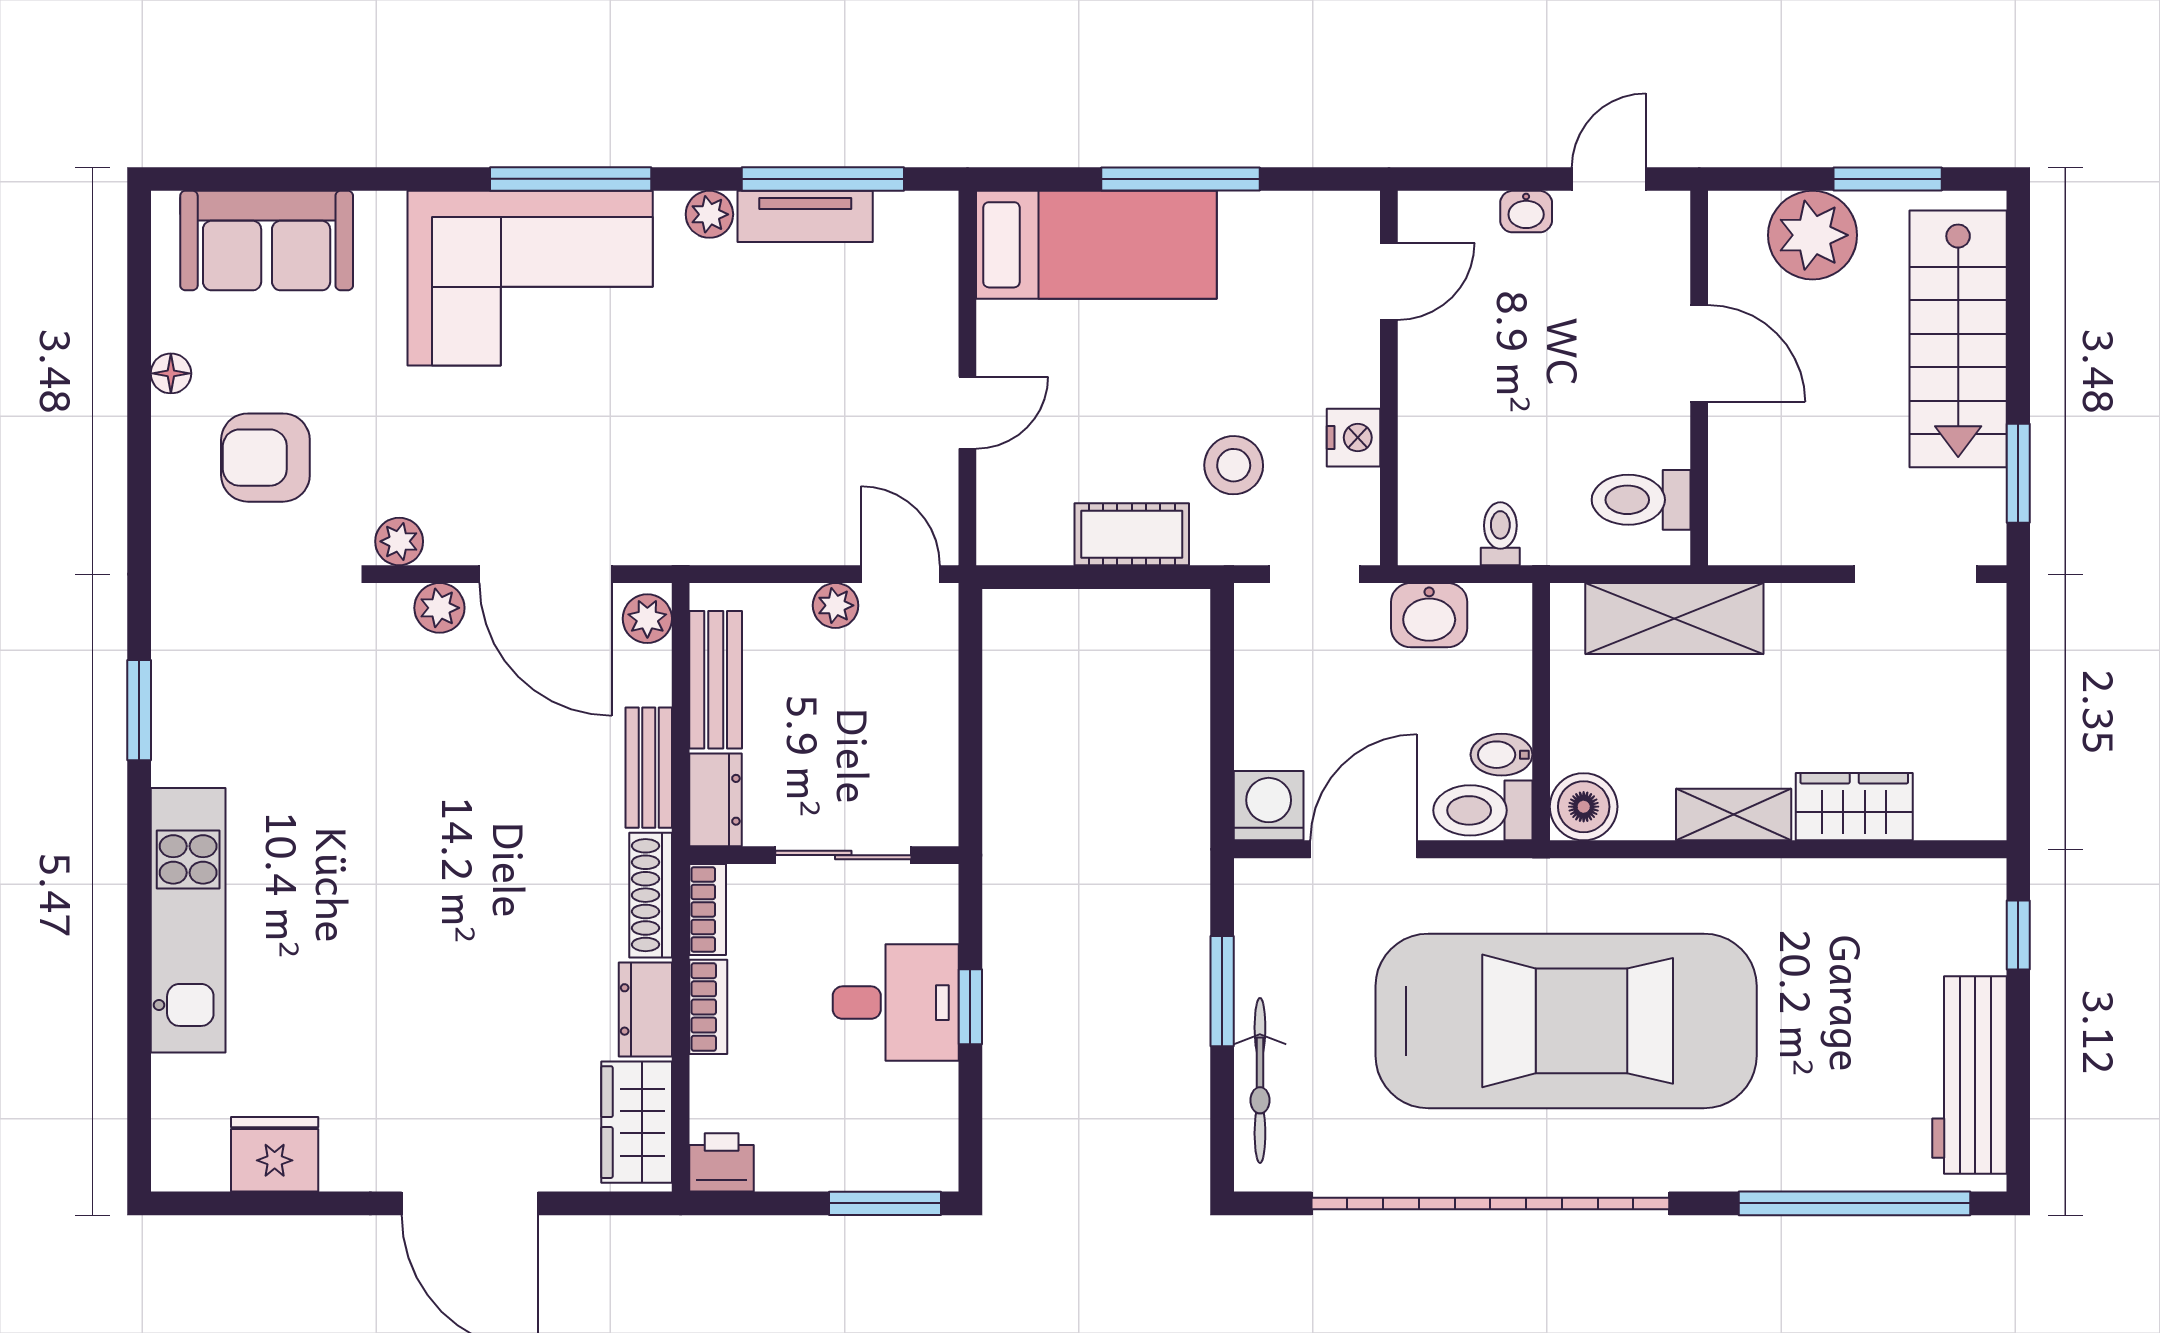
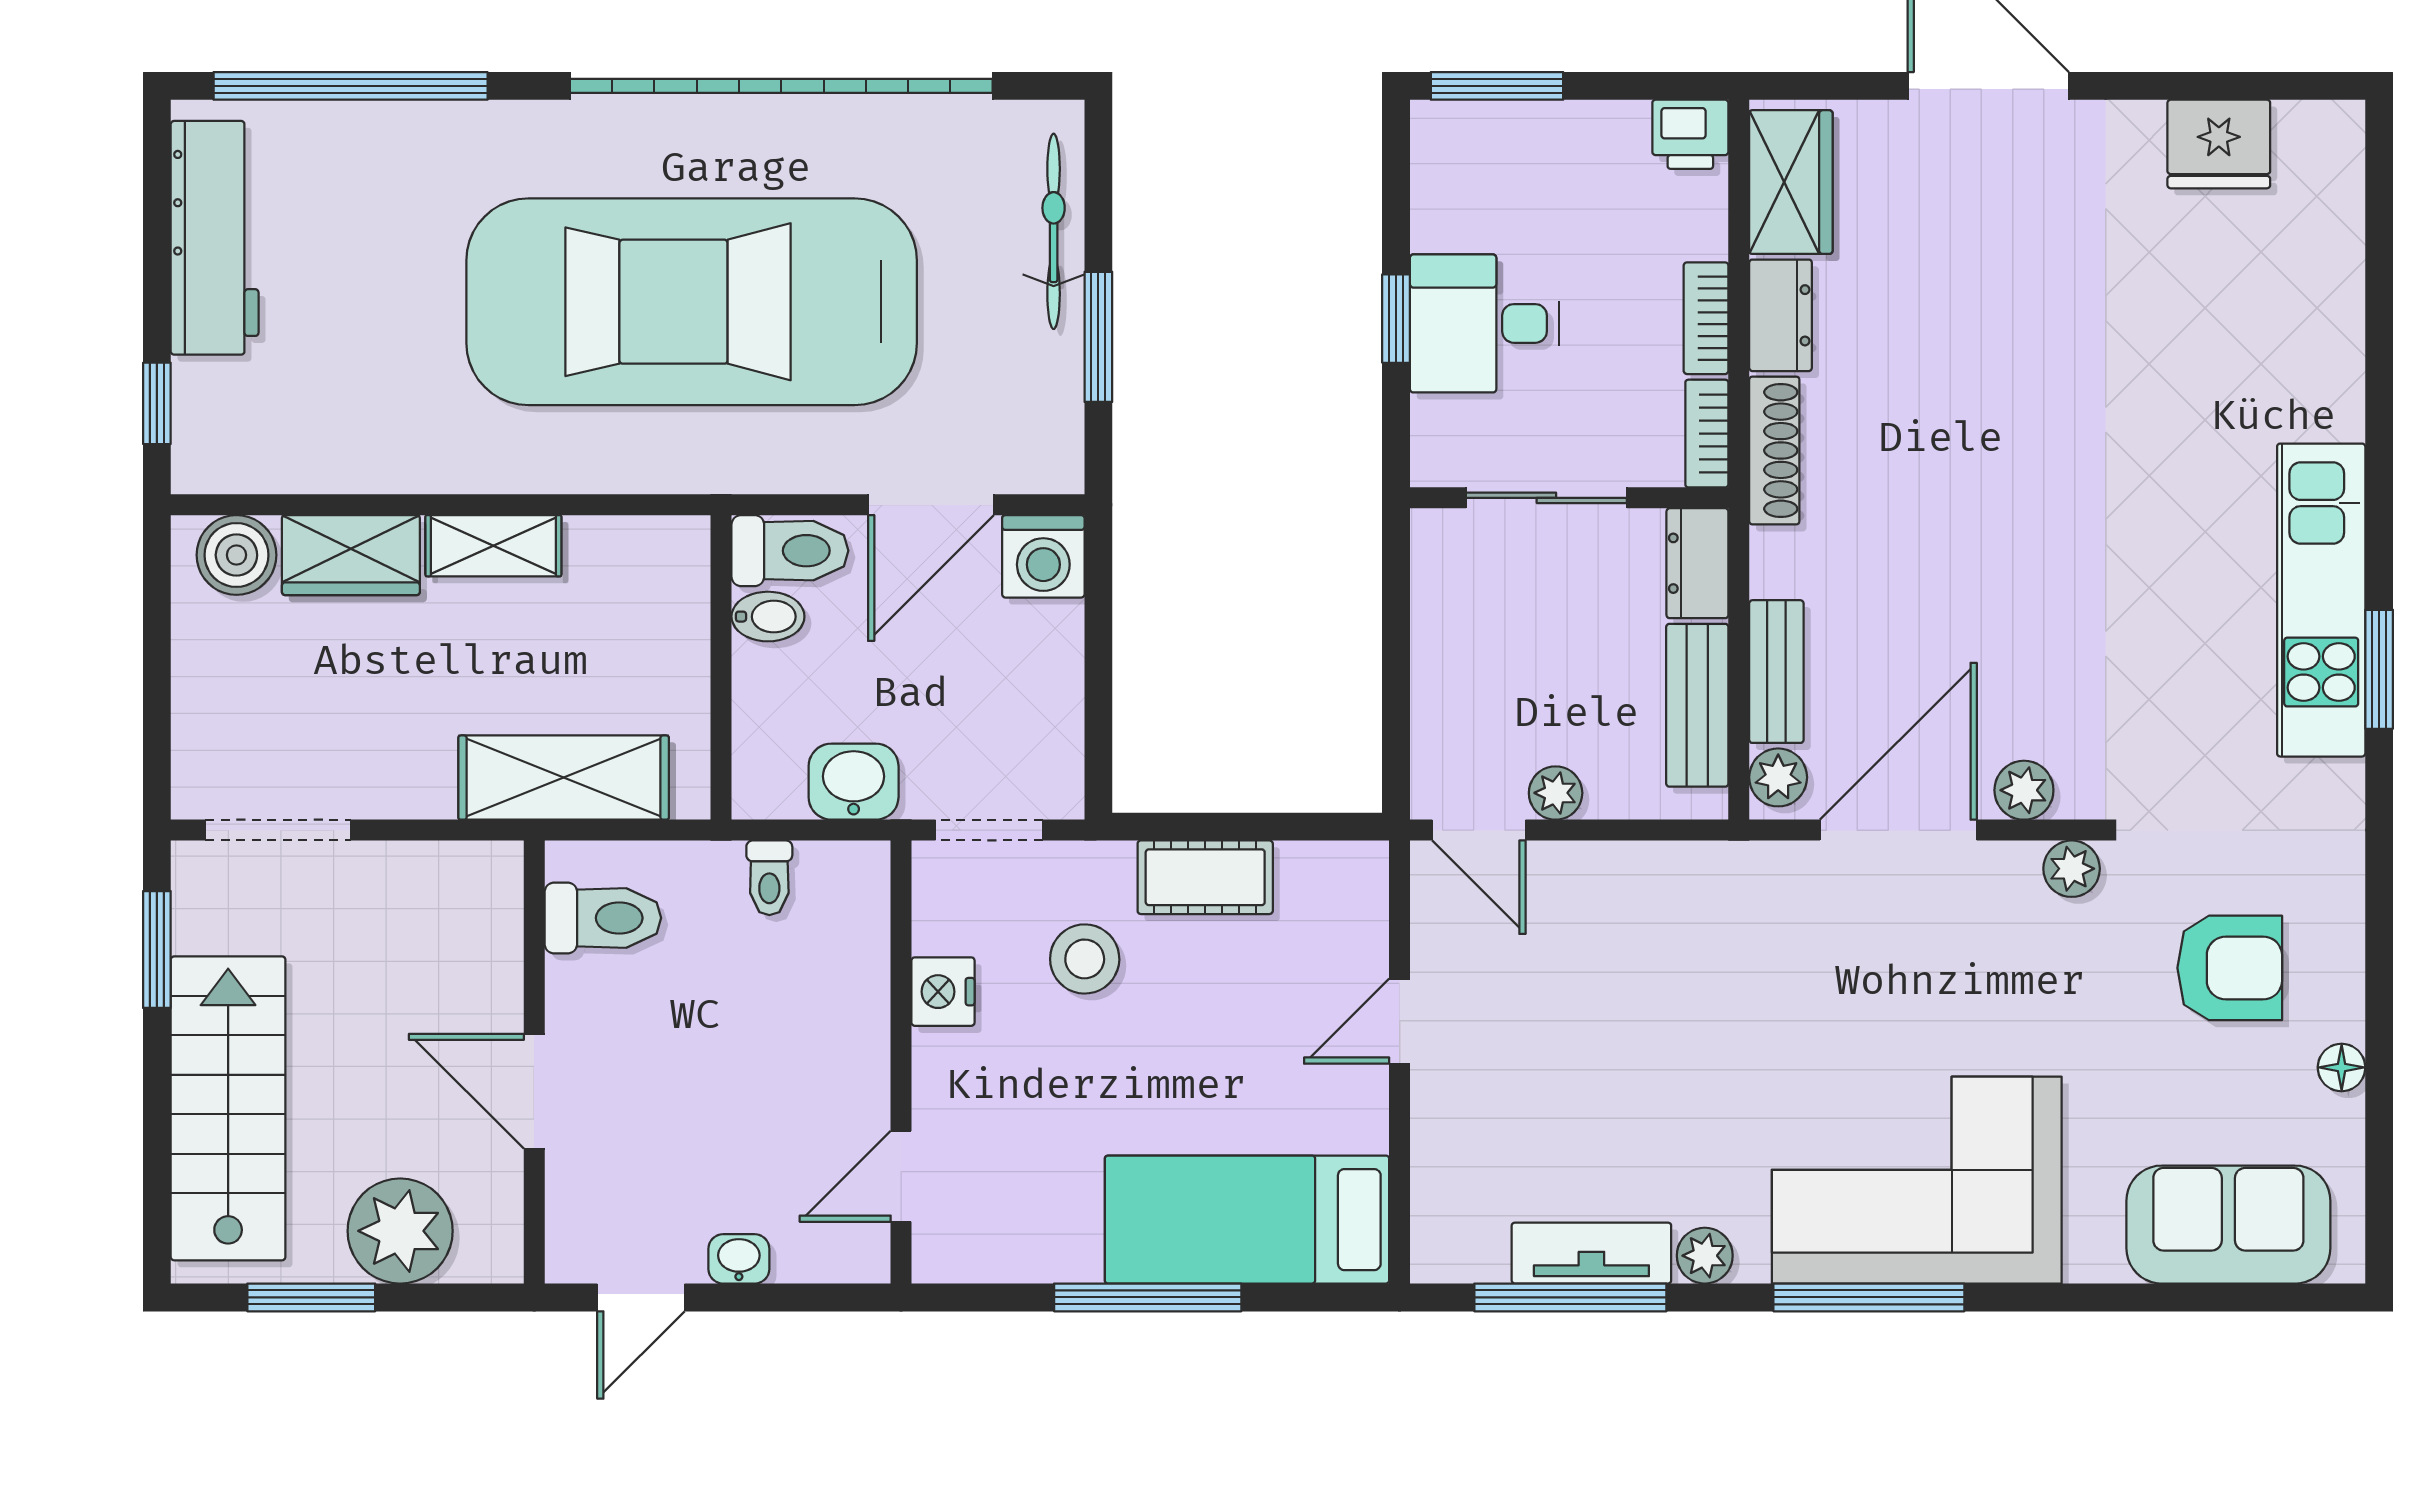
door: (546, 574) -> (1898, 830), hinge flipped
bench: (649, 768) -> (1776, 672), moved
boiler: (1584, 807) -> (236, 555), moved
kitchen unit: (188, 920) -> (2321, 600), moved

